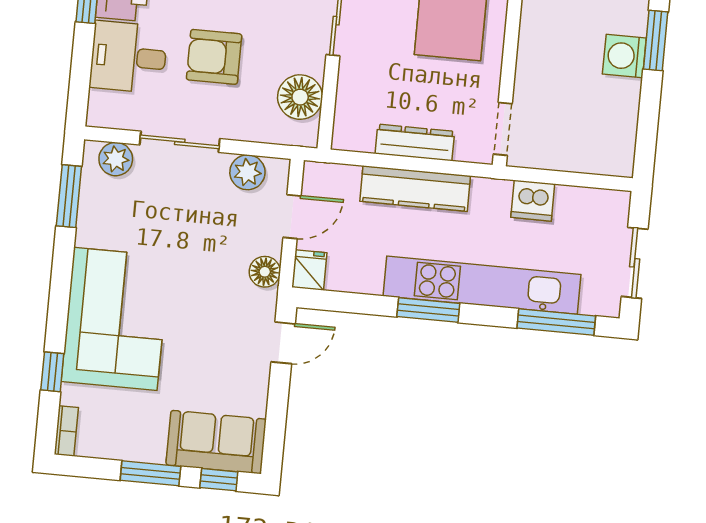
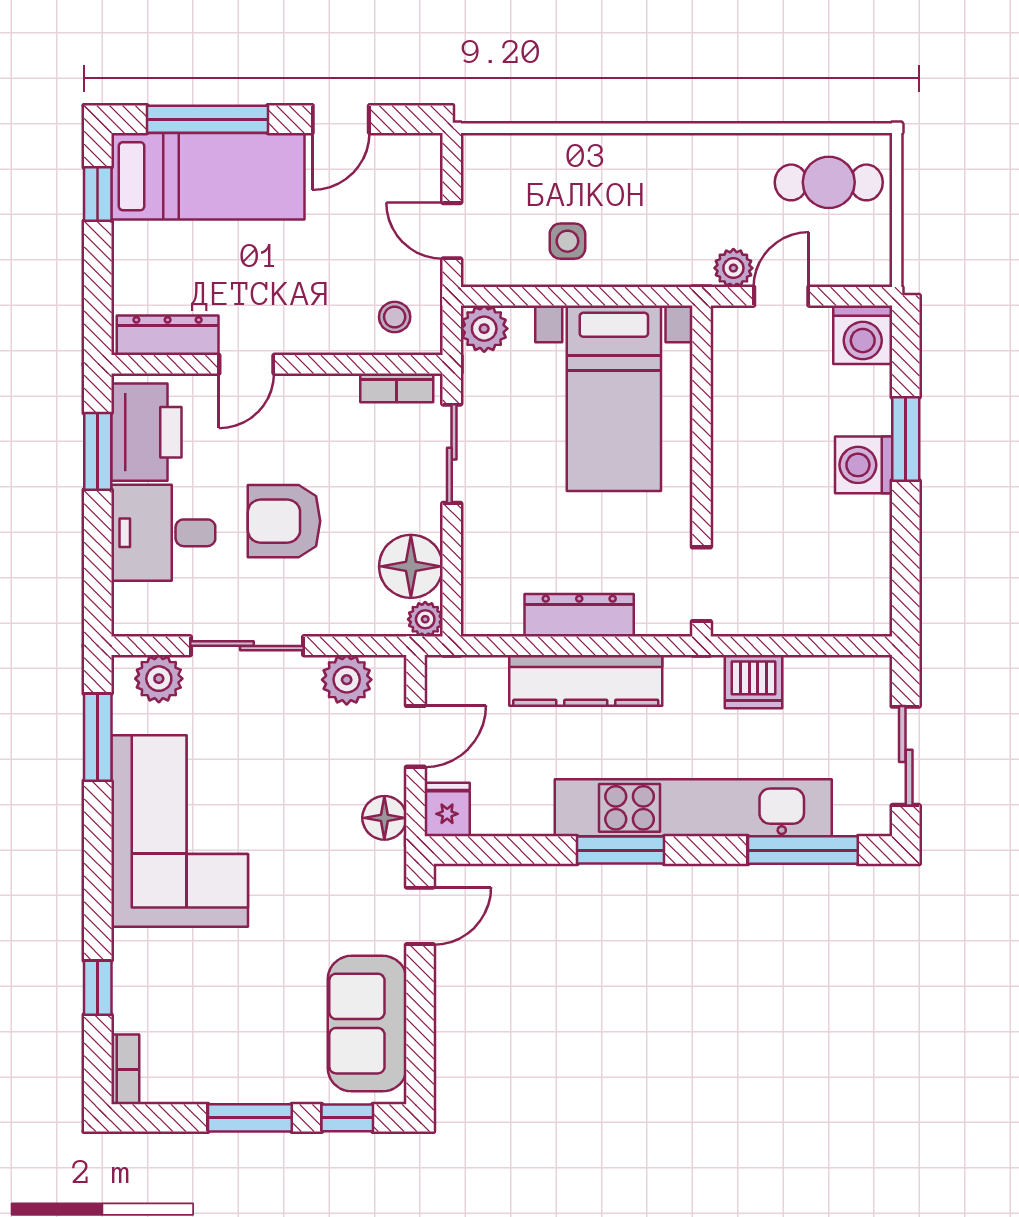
plant: (307, 135) -> (425, 619), added
corner sofa: (115, 319) -> (180, 831), moved
sofa: (216, 442) -> (367, 1024), moved, turned -90

